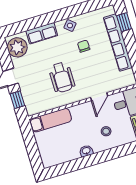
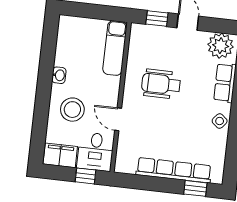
chair: (84, 46) -> (187, 127), removed
stool: (106, 131) -> (72, 110), width x1.89, depth x1.89

